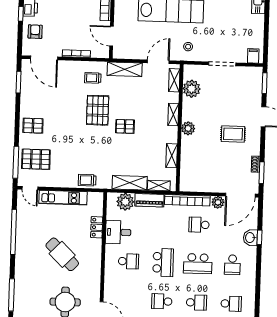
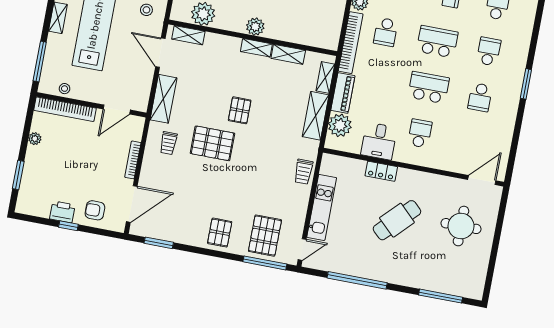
shelving: (173, 115) -> (256, 48), moved
locker: (97, 227) -> (381, 171), moved
school desk: (198, 264) -> (437, 42), turned -90

